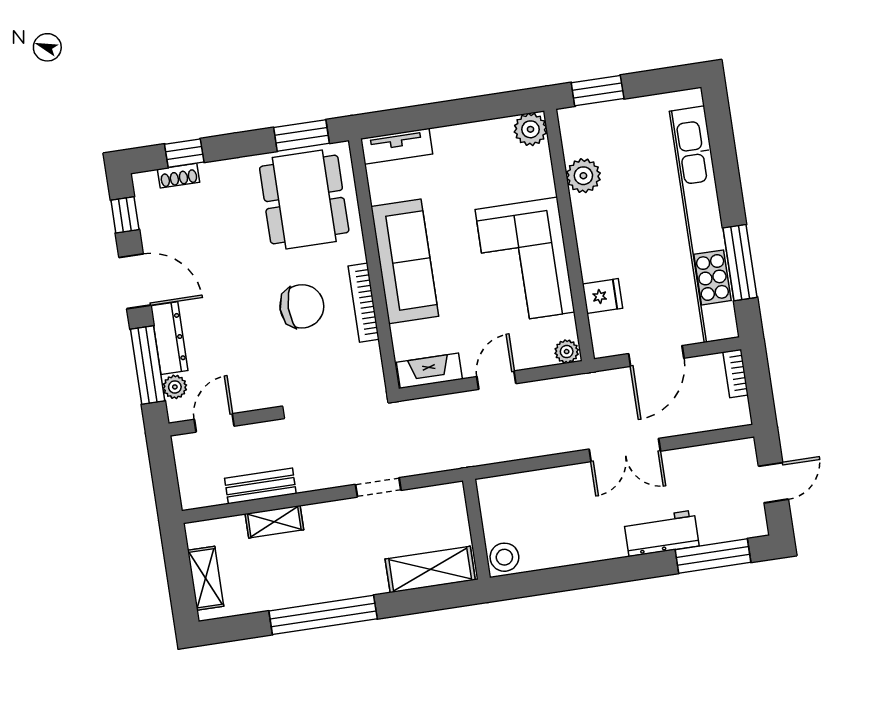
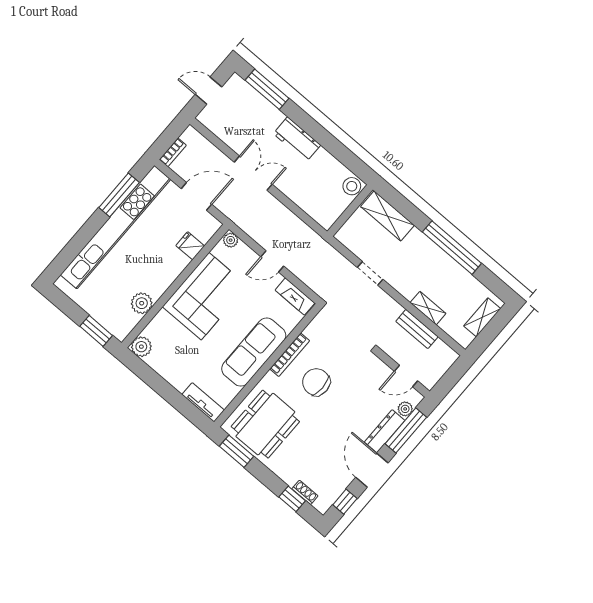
workbench: (661, 533) -> (297, 139), moved

